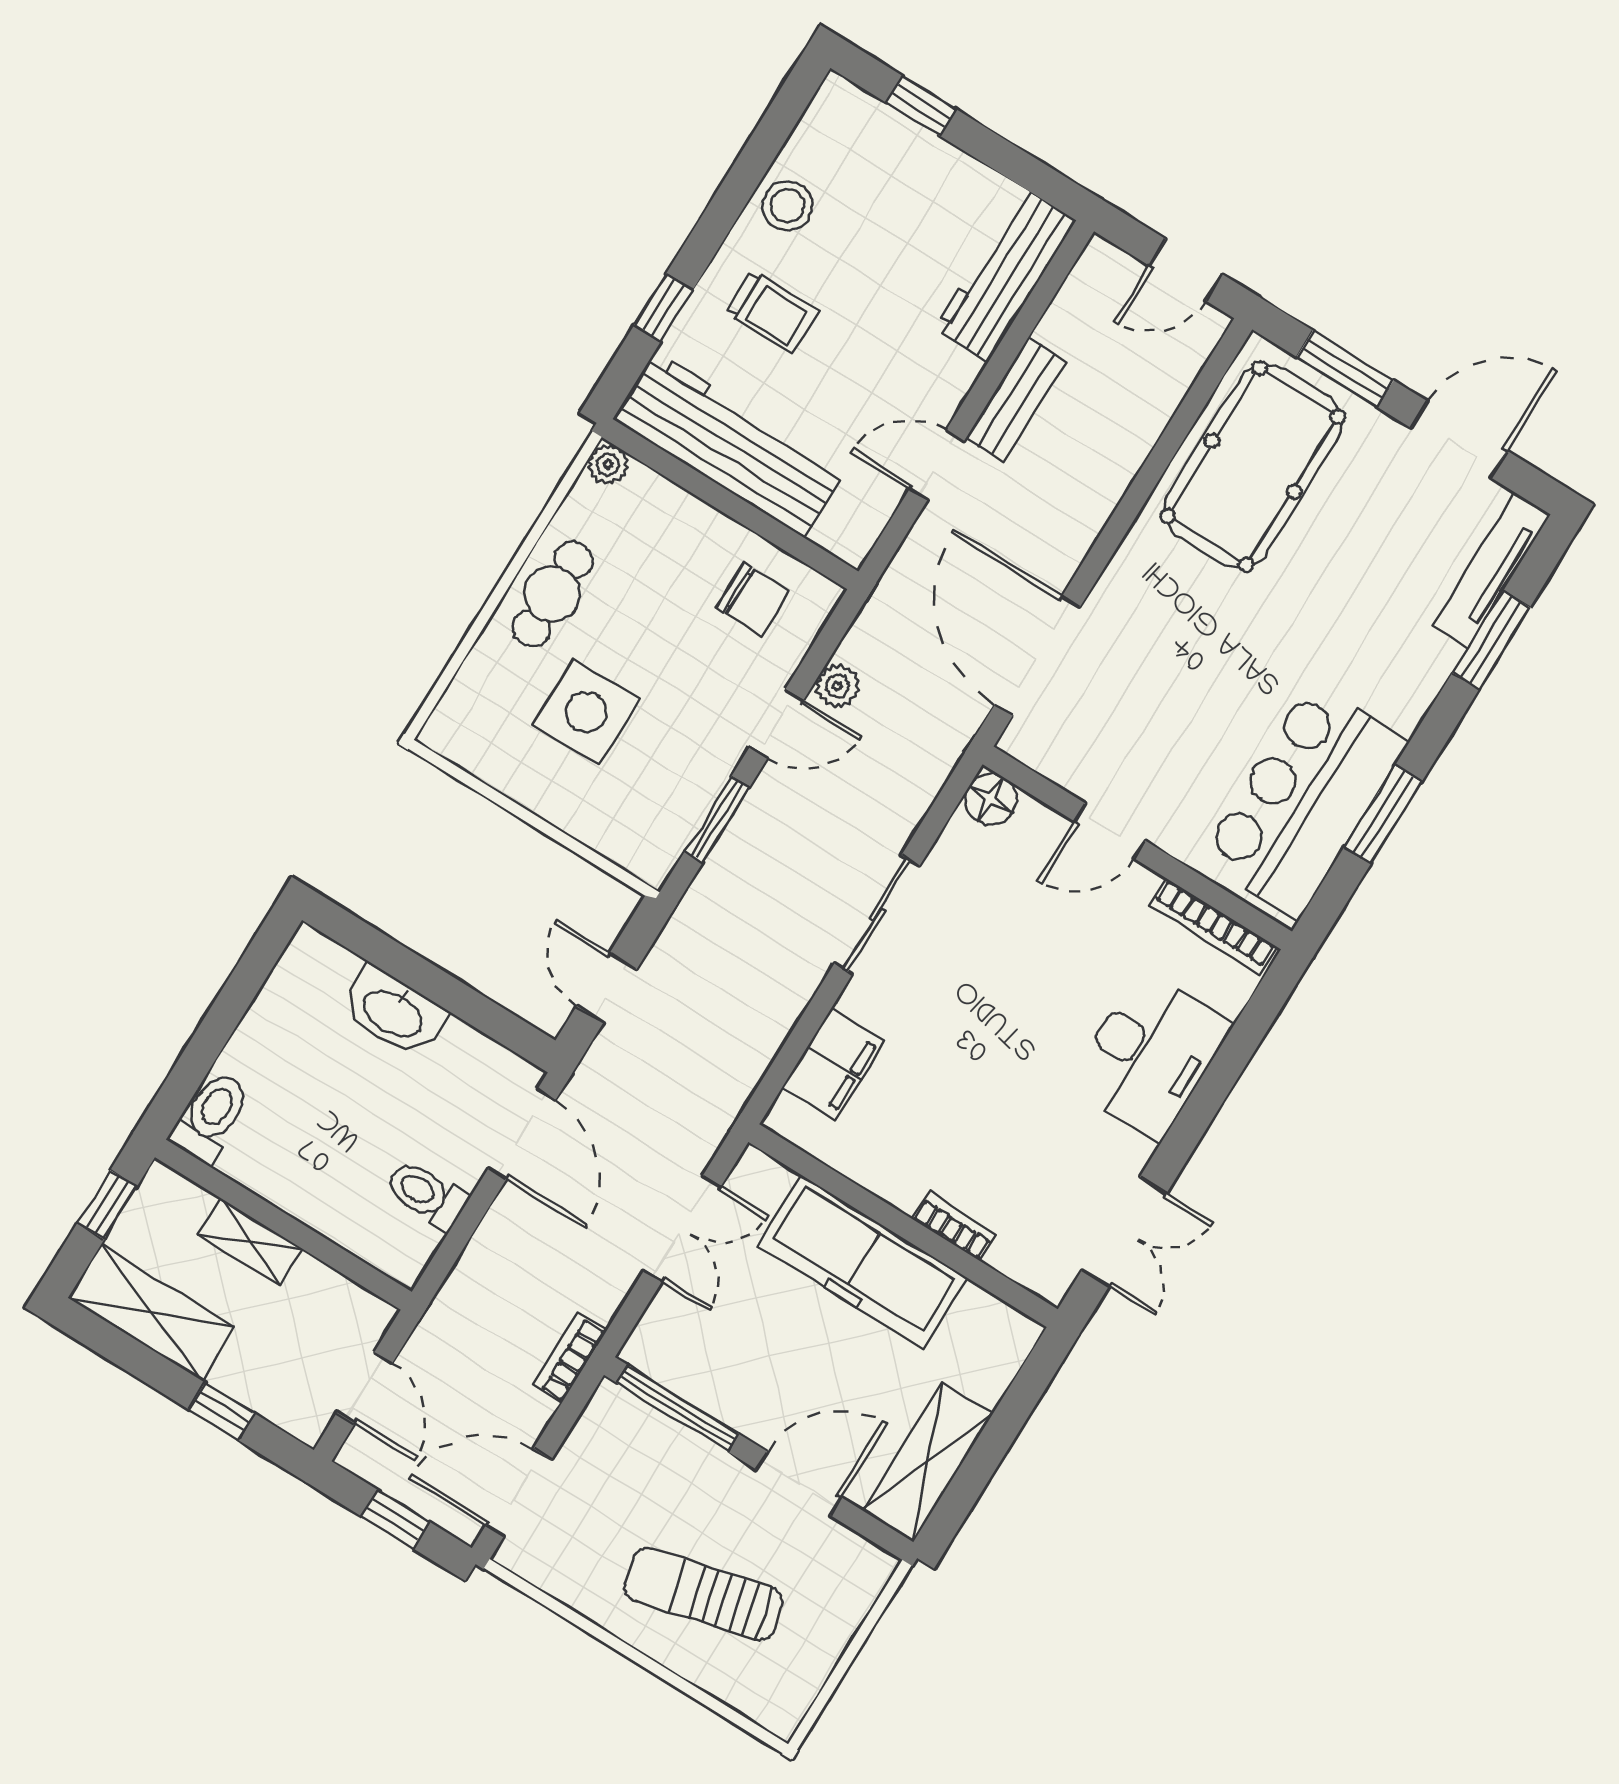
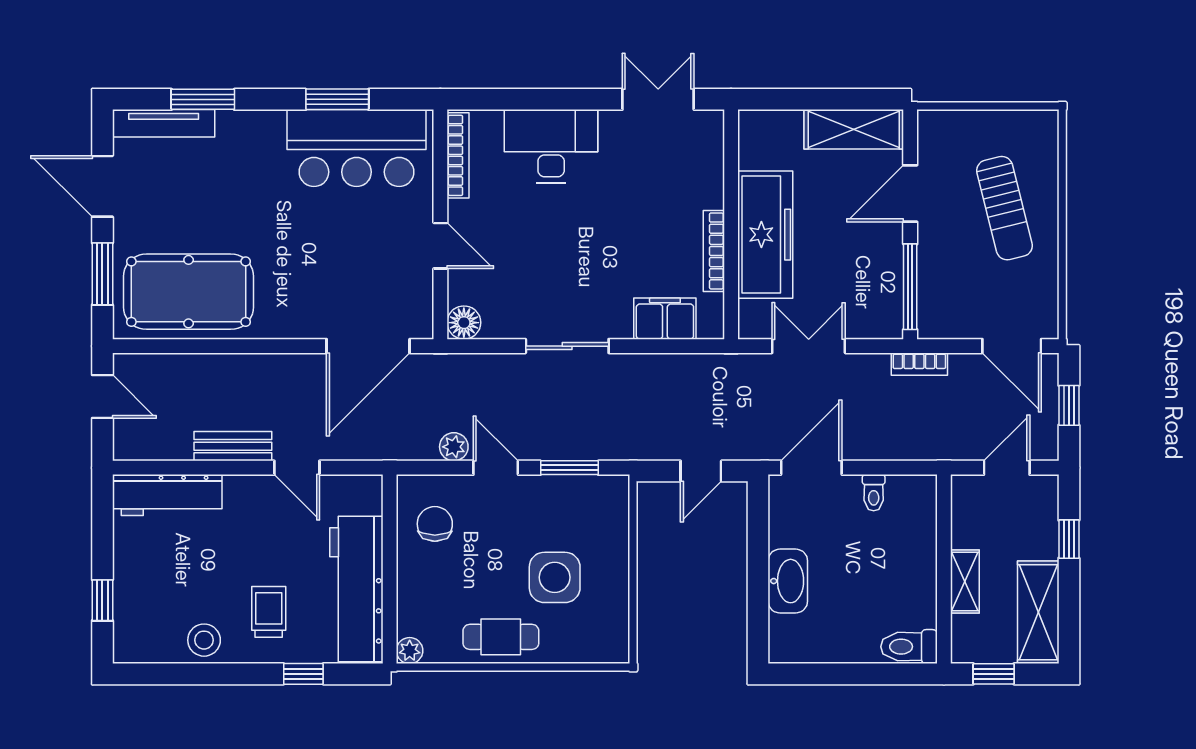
toilet: (427, 1195) -> (874, 493), width x0.73, depth x0.72
bookcase: (954, 1226) -> (714, 251), moved, width x1.56
door: (799, 1483) -> (910, 194), hinge flipped

